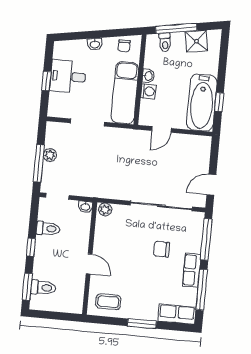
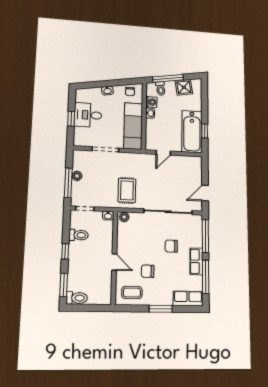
washing machine: (148, 91) -> (151, 102), moved
rug: (111, 176) -> (127, 190), added
chair: (129, 278) -> (148, 271), added
toilet: (43, 288) -> (77, 298), moved

